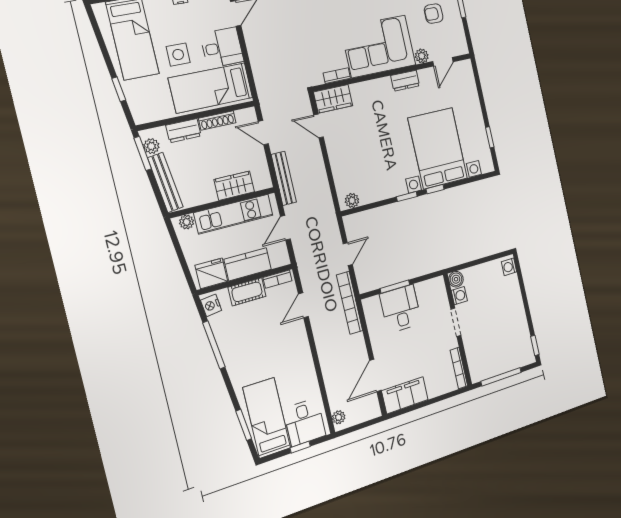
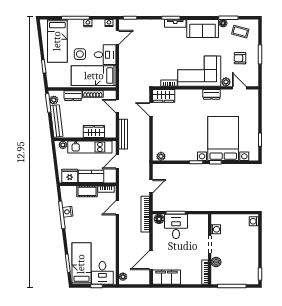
door: (443, 62) -> (239, 88), swing flipped
boiler: (456, 279) -> (216, 262), moved
floor lamp: (372, 304) -> (159, 219), added
nightstand: (211, 305) -> (68, 212), moved

